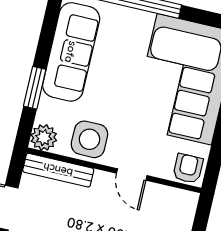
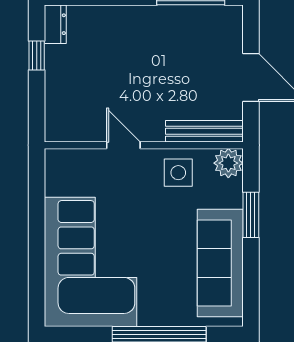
side table: (89, 139) -> (178, 173), width x0.73, depth x0.73
armchair: (188, 169) -> (64, 166), removed

